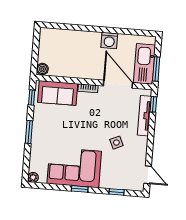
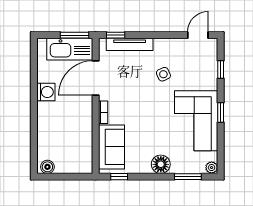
boiler: (42, 69) -> (47, 167), moved
window: (29, 132) -> (188, 177), moved
floor lamp: (39, 134) -> (161, 164), added

